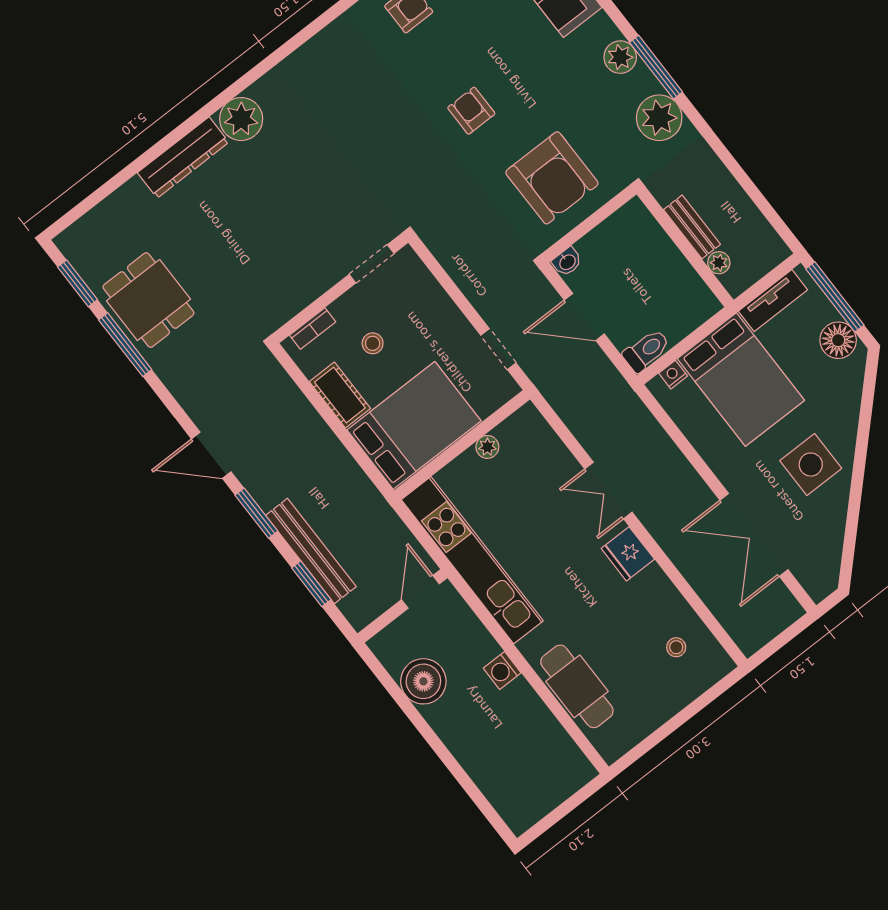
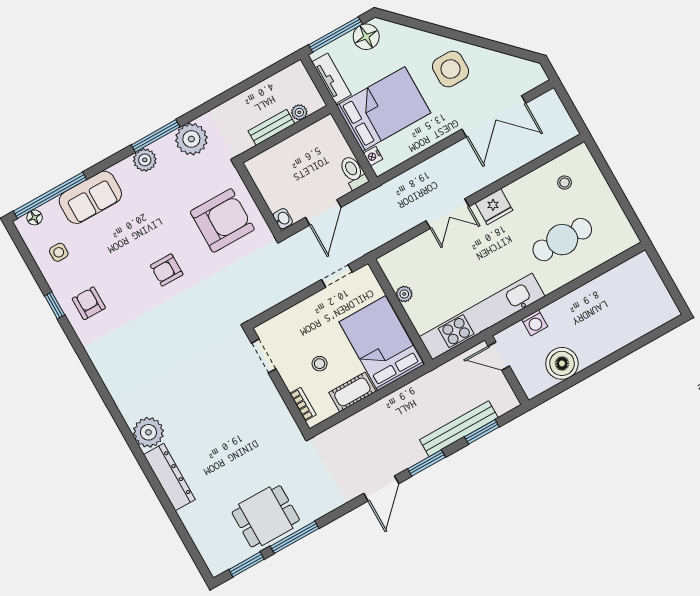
washing machine: (502, 671) -> (535, 323), moved
cafe table: (577, 686) -> (562, 240), moved

